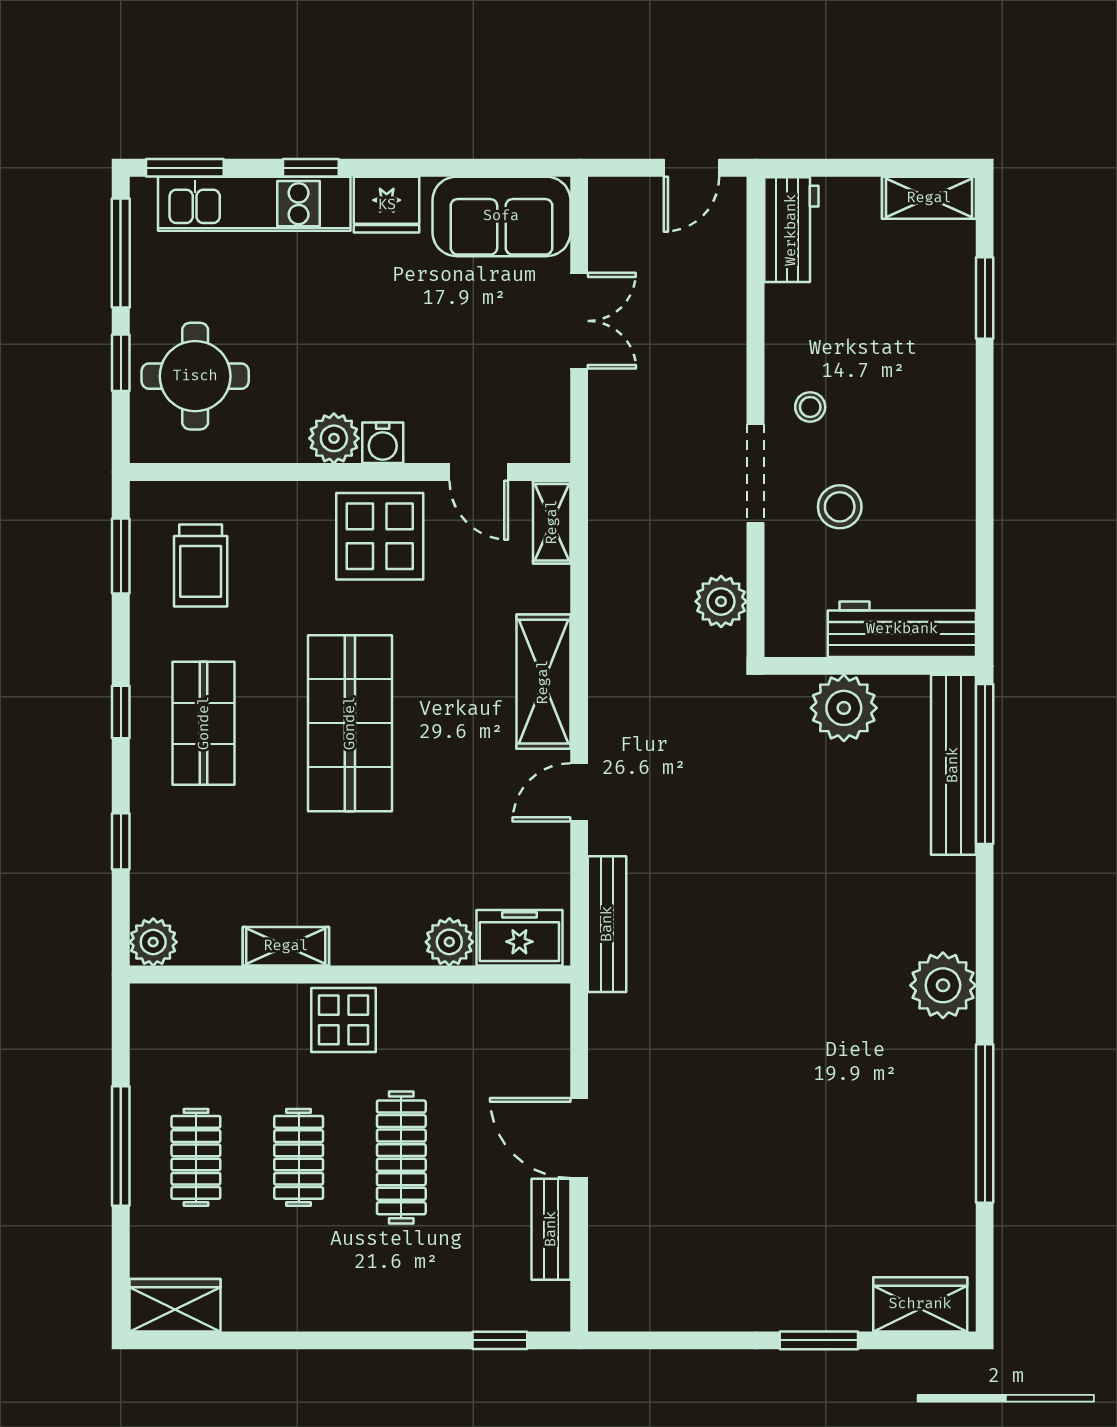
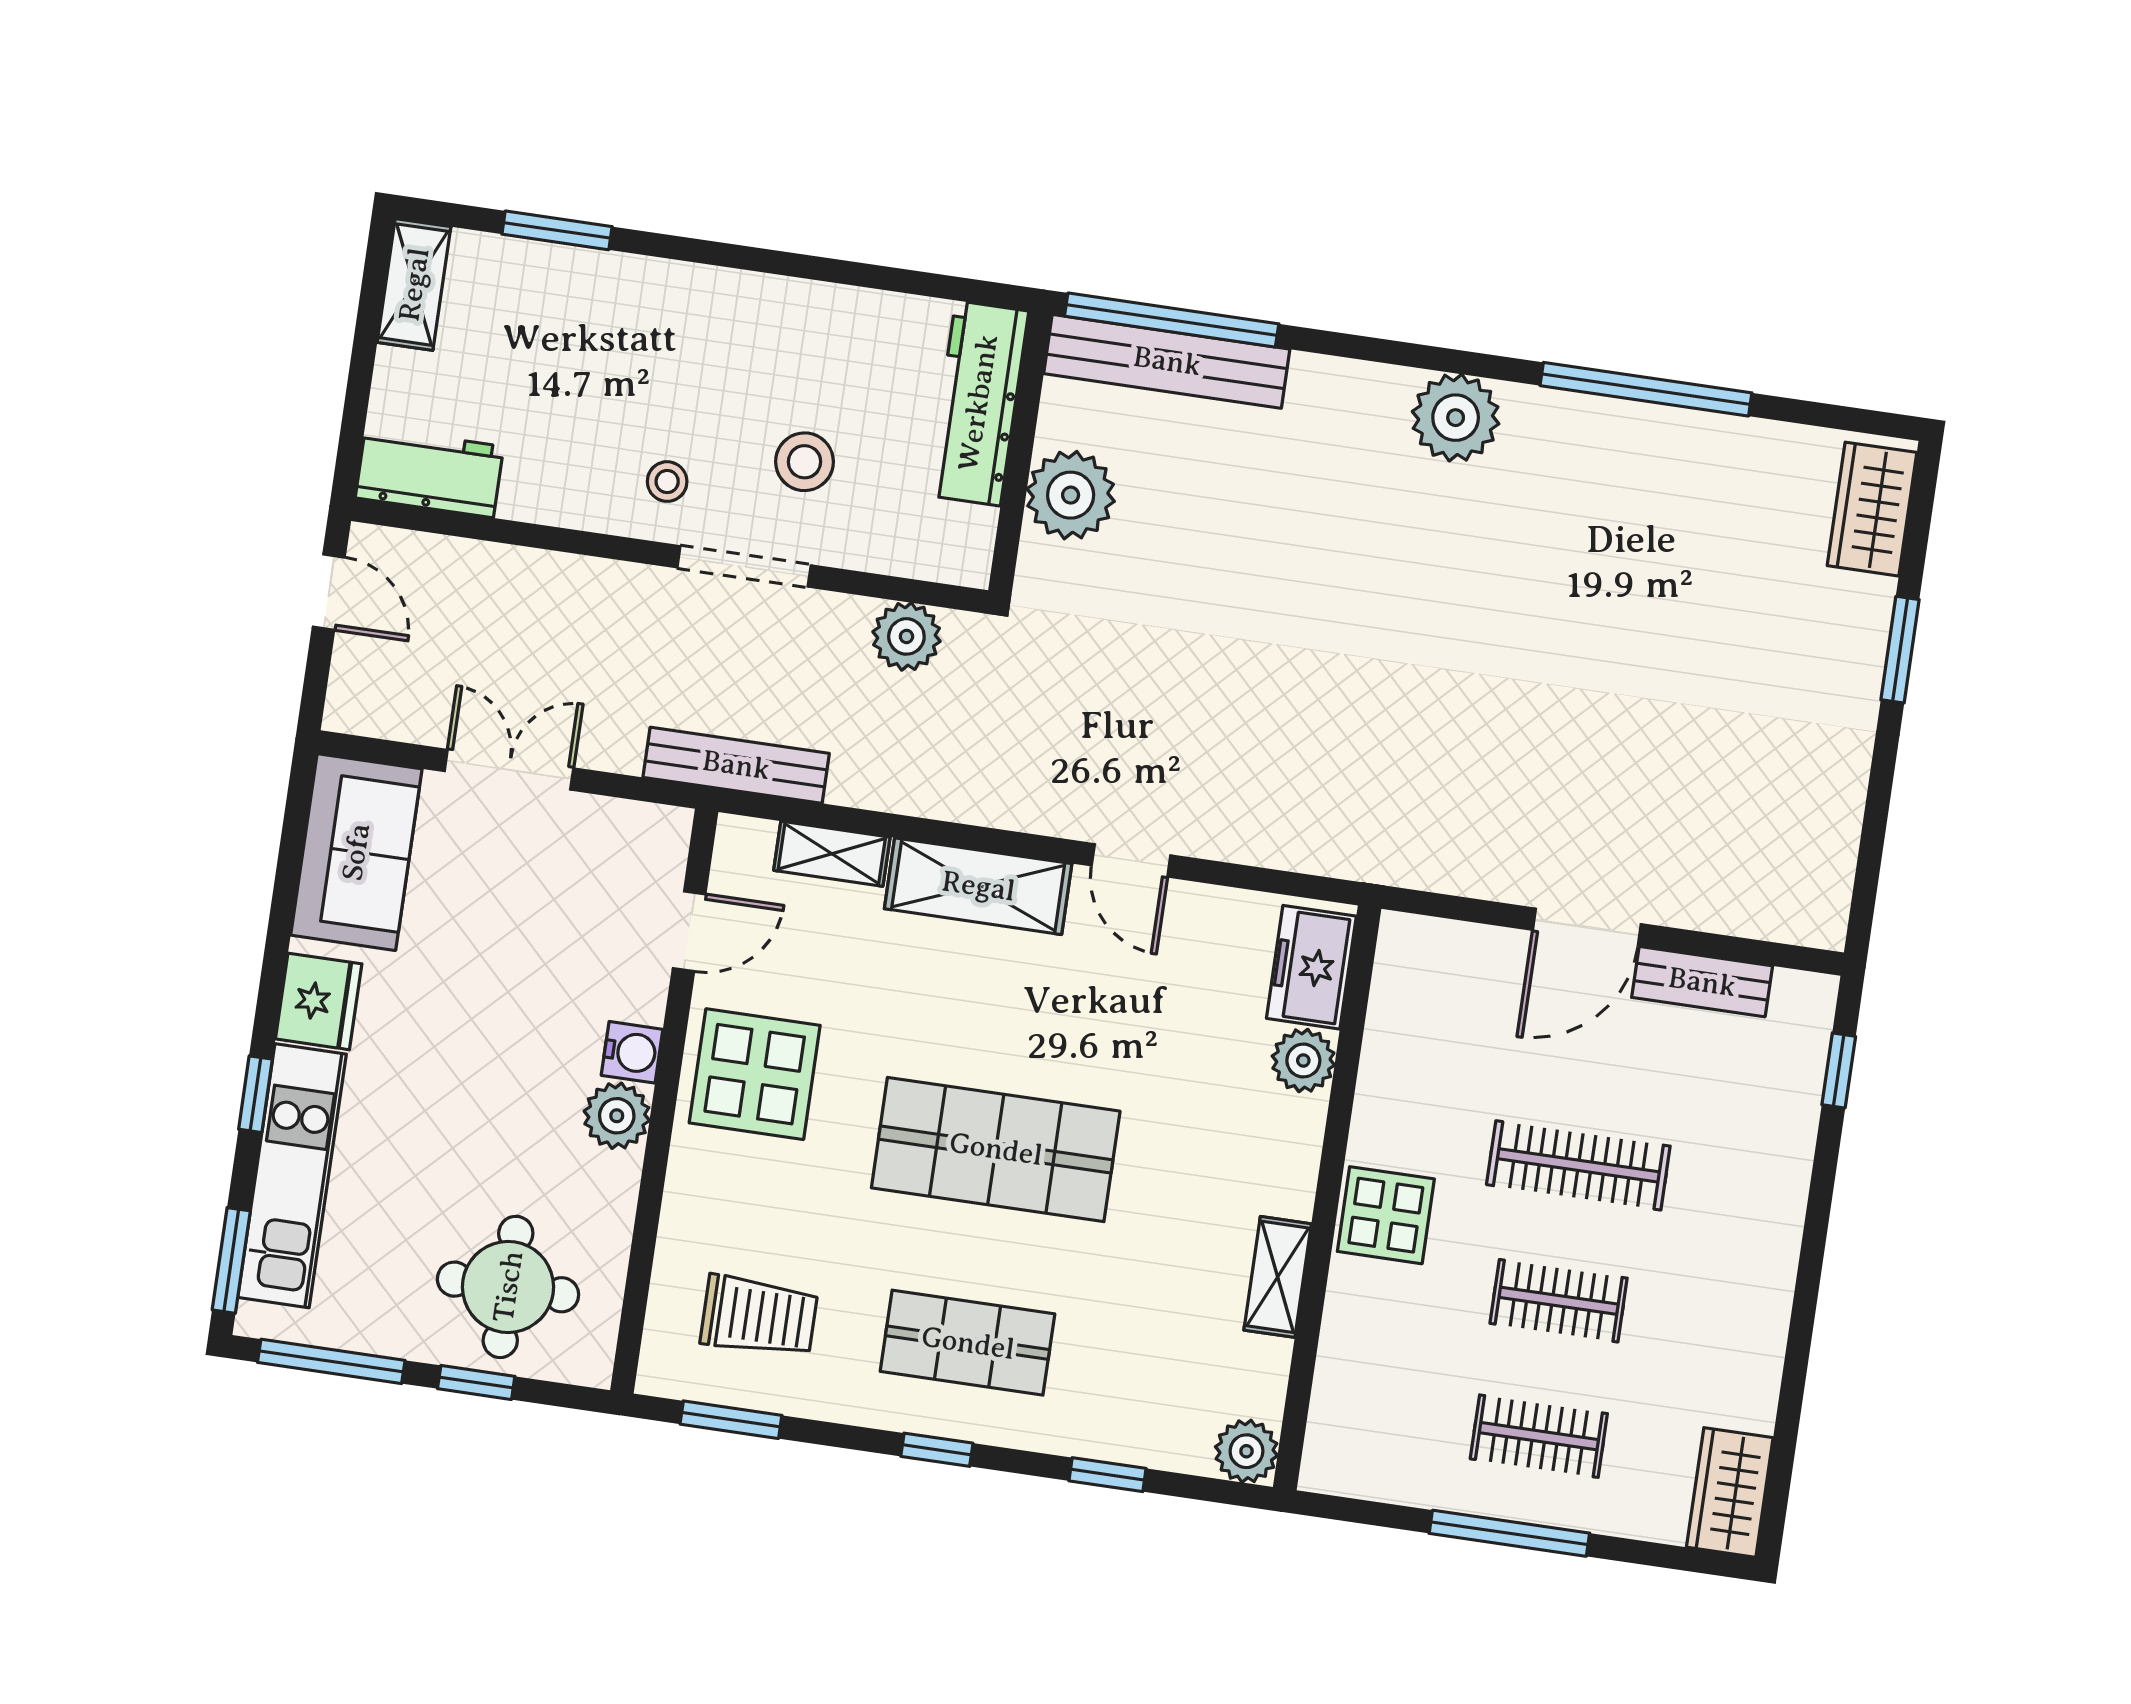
shelving: (552, 522) -> (832, 854), moved
bench: (607, 924) -> (736, 765), moved

